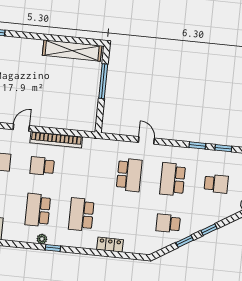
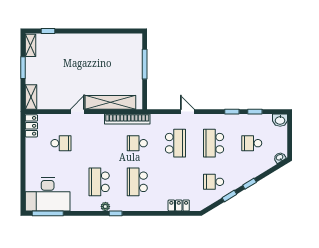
shelving: (72, 51) -> (110, 102), moved
bookcase: (56, 140) -> (127, 119), moved
school desk: (42, 166) -> (137, 143), moved
school desk: (216, 184) -> (252, 143), turned 180
locker: (110, 245) -> (179, 205), moved

